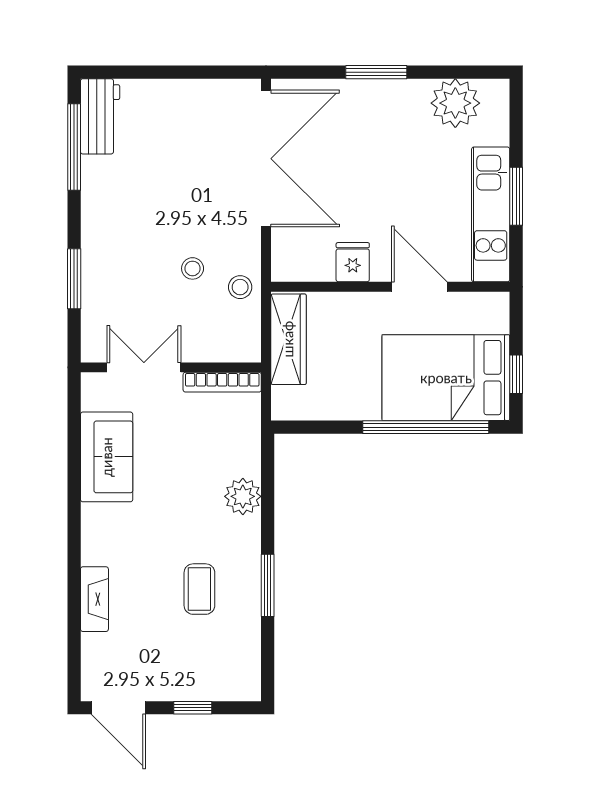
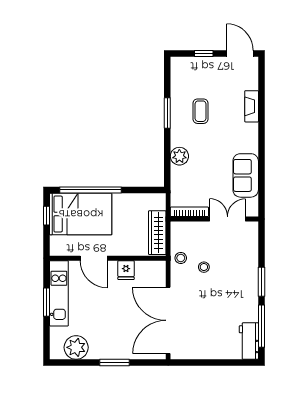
window: (74, 279) -> (261, 282), moved
double door: (144, 367) -> (228, 219), swing flipped

